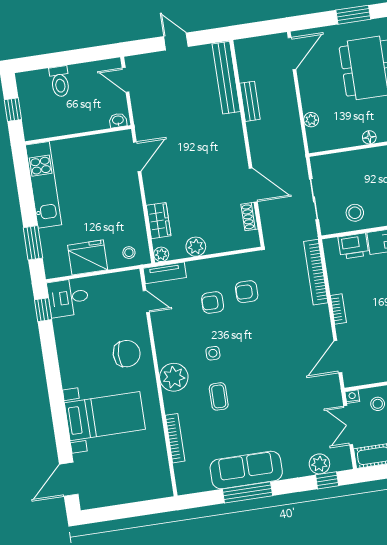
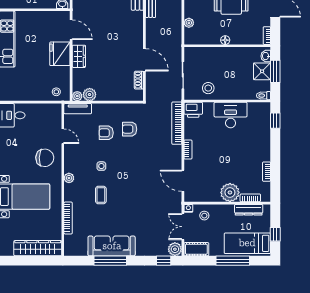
door: (137, 157) -> (71, 30), hinge flipped
wardrobe: (159, 221) -> (79, 56), moved
printer: (353, 246) -> (193, 110), moved
plant: (196, 247) -> (90, 95), moved
fridge: (88, 257) -> (60, 54), moved, turned -90
door: (146, 301) -> (63, 136), moved
door: (338, 357) -> (183, 181), hinge flipped
plant: (174, 377) -> (69, 178), width x0.53, depth x0.53
plant: (319, 464) -> (175, 249), moved
wardrobe: (137, 490) -> (38, 248), added

